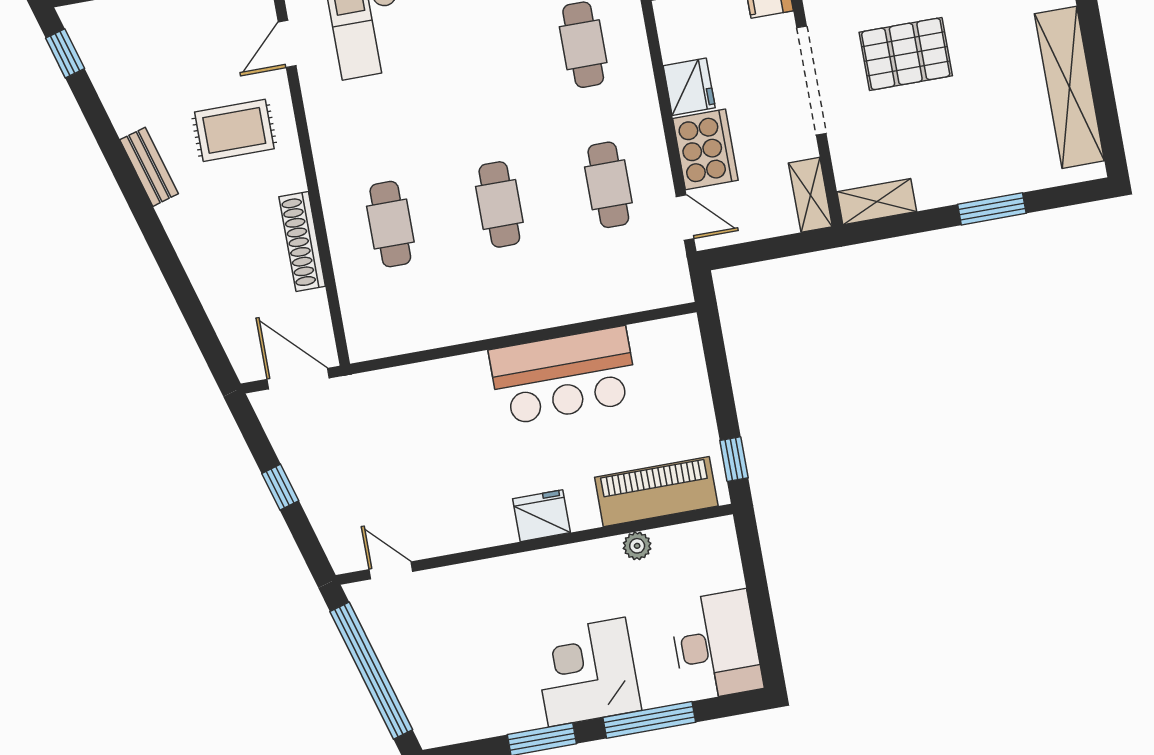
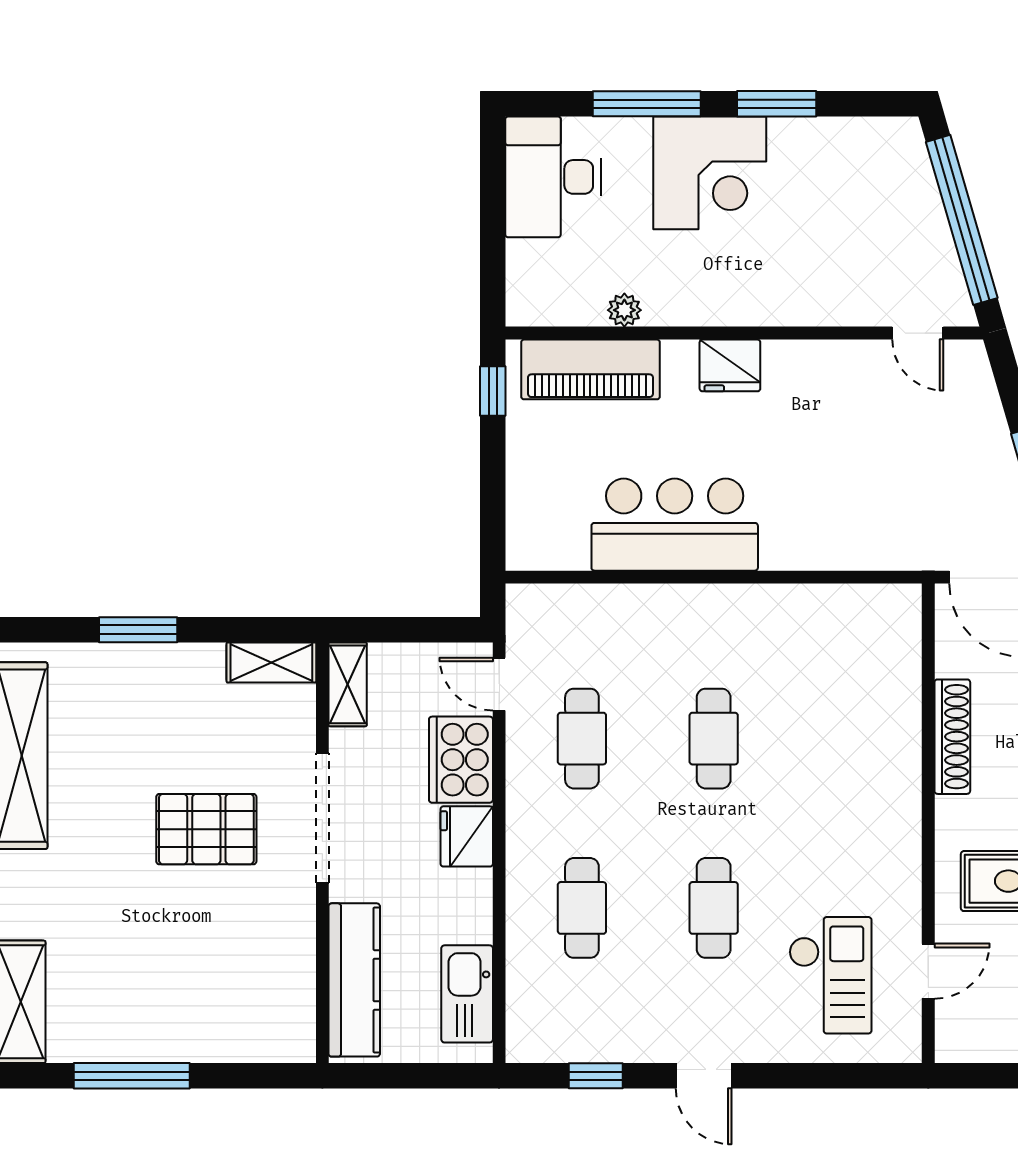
cafe table: (390, 224) -> (714, 908), moved

